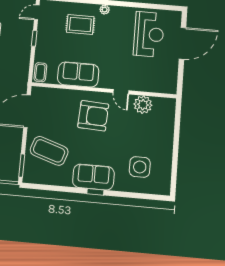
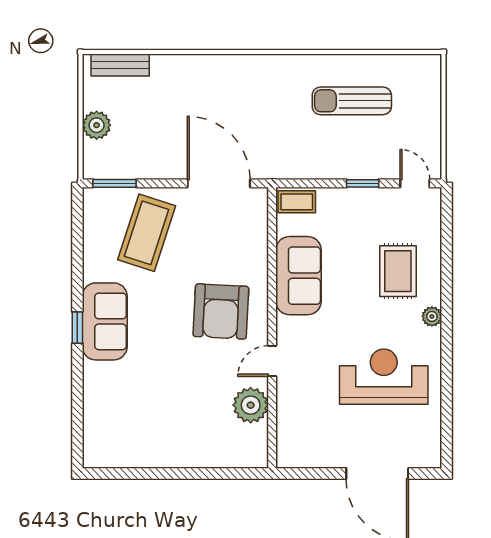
reception desk: (149, 34) -> (384, 377), moved, turned 180
side table: (140, 167) -> (131, 408), removed

